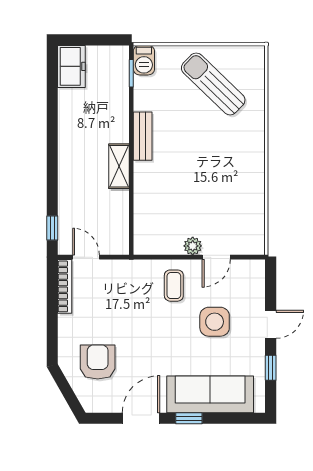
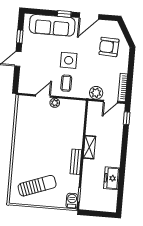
freezer: (71, 66) -> (112, 178), moved
sun lounger: (213, 84) -> (37, 186), turned -64
door: (86, 257) -> (110, 102), hinge flipped
plant: (115, 272) -> (96, 93), added
side table: (215, 322) -> (69, 60), moved
armchair: (98, 362) -> (109, 47), turned 93

